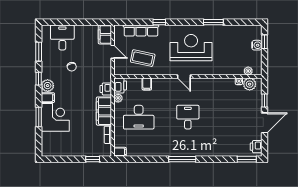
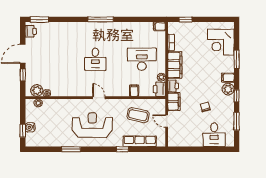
filing cabinet: (105, 34) -> (174, 102), moved
reception desk: (191, 48) -> (92, 125), turned 180
corner desk: (55, 117) -> (221, 42), moved

